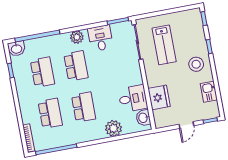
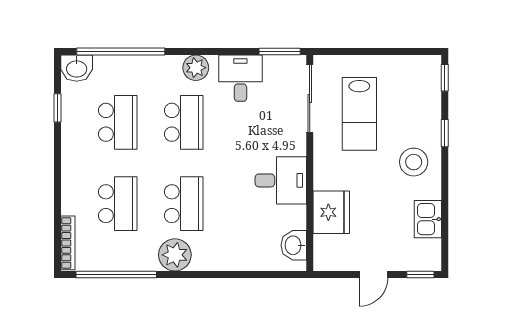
desk: (133, 99) -> (281, 180), moved
plant: (113, 128) -> (175, 255), moved

